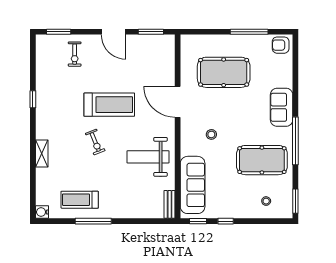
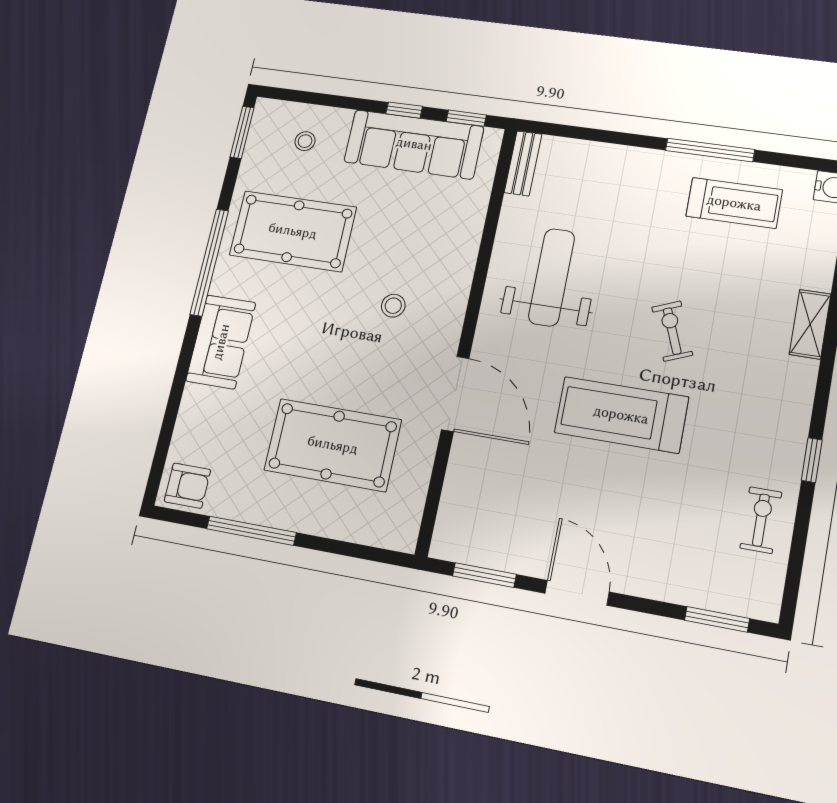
exercise bike: (75, 54) -> (761, 520), moved
weight bench: (148, 157) -> (552, 277), turned -90
sofa: (193, 185) -> (414, 144), moved, turned -90

